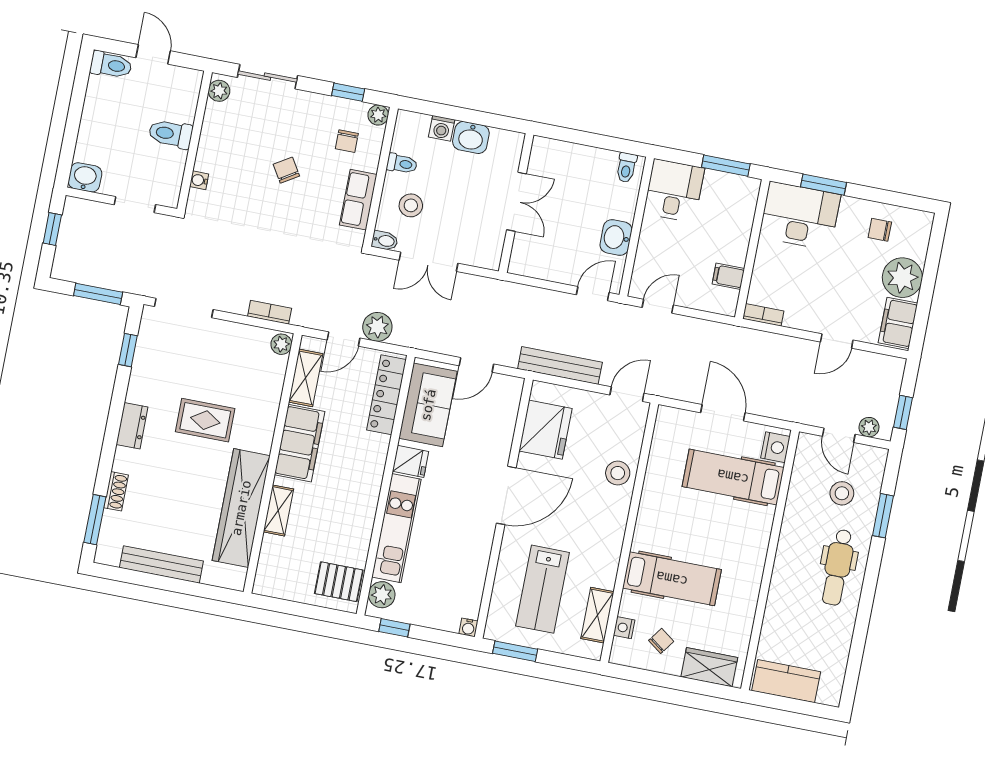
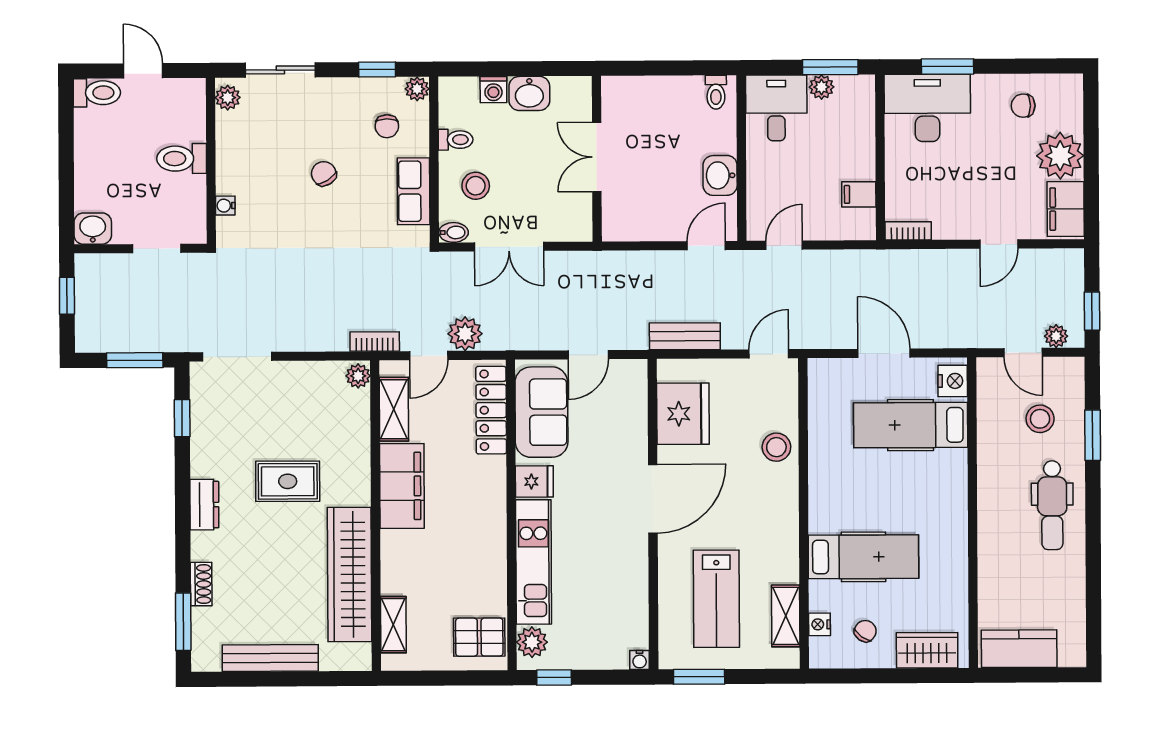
plant: (715, 181) -> (821, 87), added
double door: (516, 202) -> (597, 157), swing flipped
bookcase: (270, 312) -> (375, 342), moved
bench: (560, 365) -> (685, 336), width x0.73
shelving: (278, 510) -> (393, 625), moved

